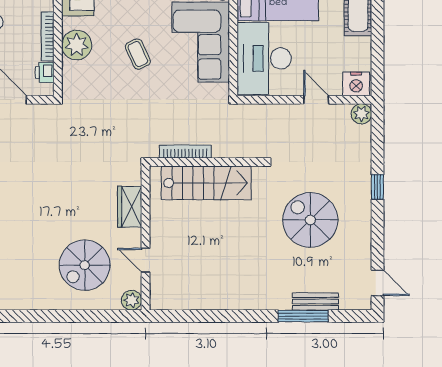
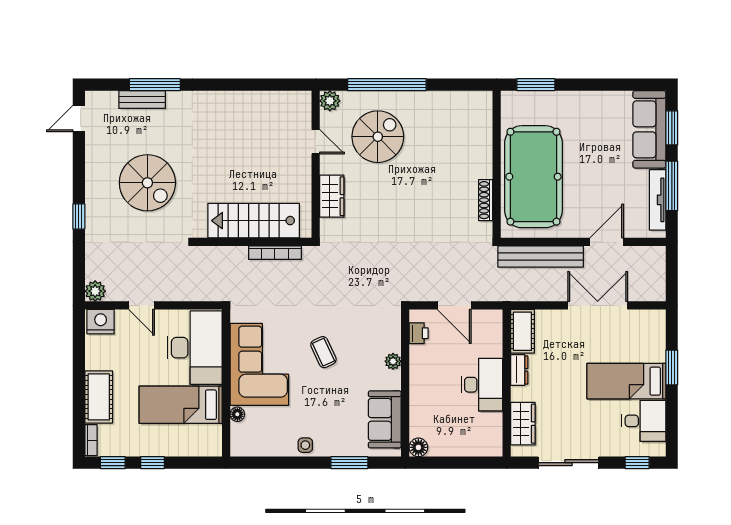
bookcase: (48, 36) -> (416, 370), removed
plant: (77, 45) -> (393, 361), width x0.53, depth x0.53
door: (377, 283) -> (79, 119), hinge flipped
window: (76, 316) -> (387, 85), added

